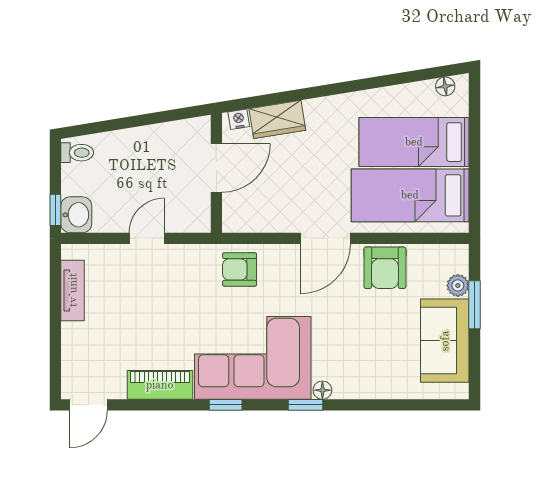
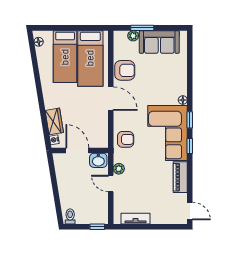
washbasin: (76, 215) -> (98, 160), moved, turned 180
plant: (178, 255) -> (119, 169), added
armchair: (240, 269) -> (126, 139), turned -90
window: (306, 405) -> (190, 120), moved

